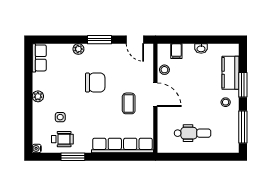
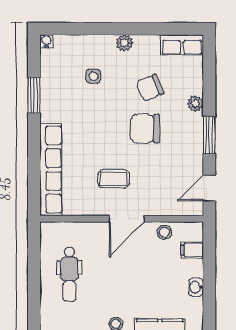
chair: (68, 79) -> (150, 88), added
chair: (95, 83) -> (145, 129), turned 90
wheelchair: (62, 139) -> (60, 80), removed

